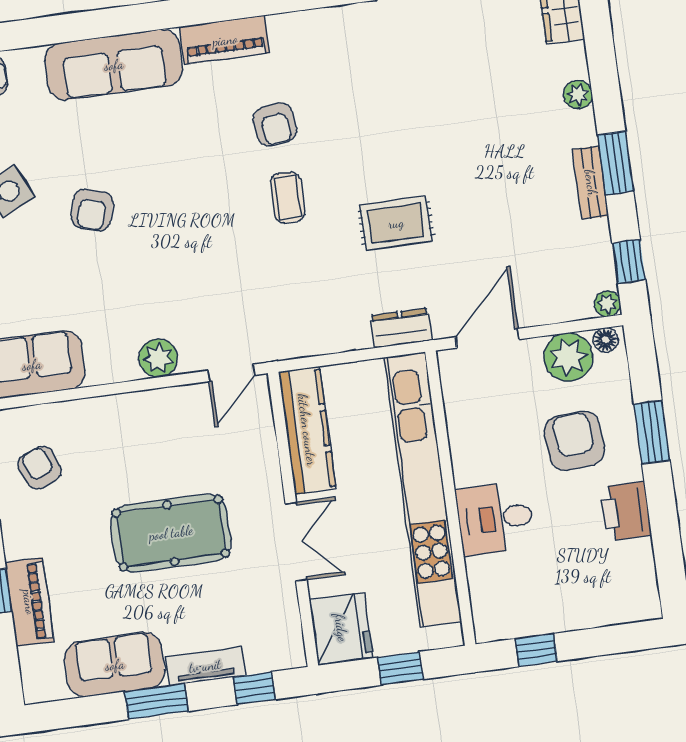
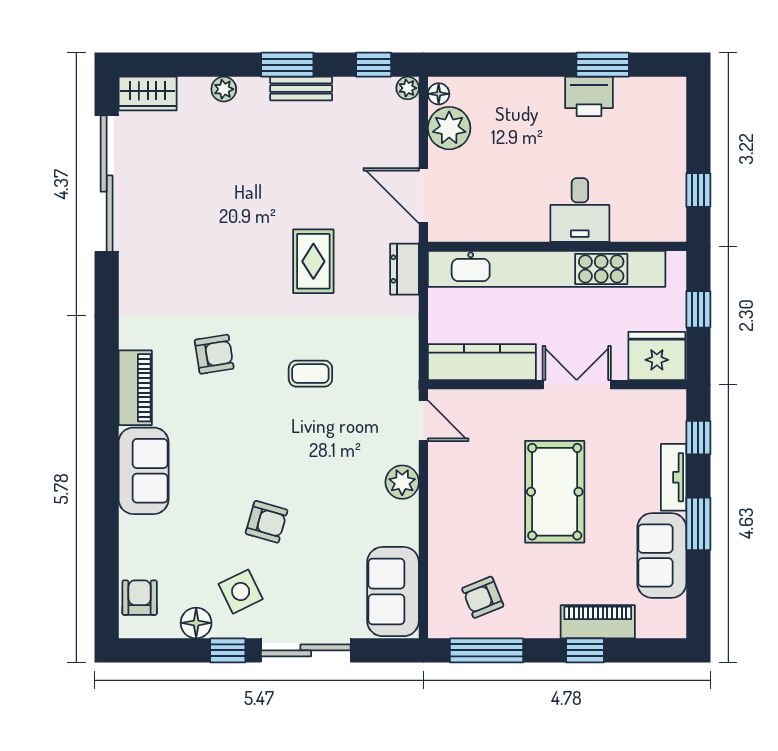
sofa: (114, 65) -> (144, 471), width x0.73
coffee table: (288, 198) -> (310, 374), moved
window: (652, 432) -> (603, 65), moved
armchair: (574, 441) -> (522, 133), removed

